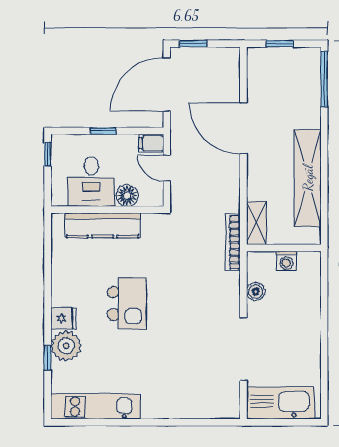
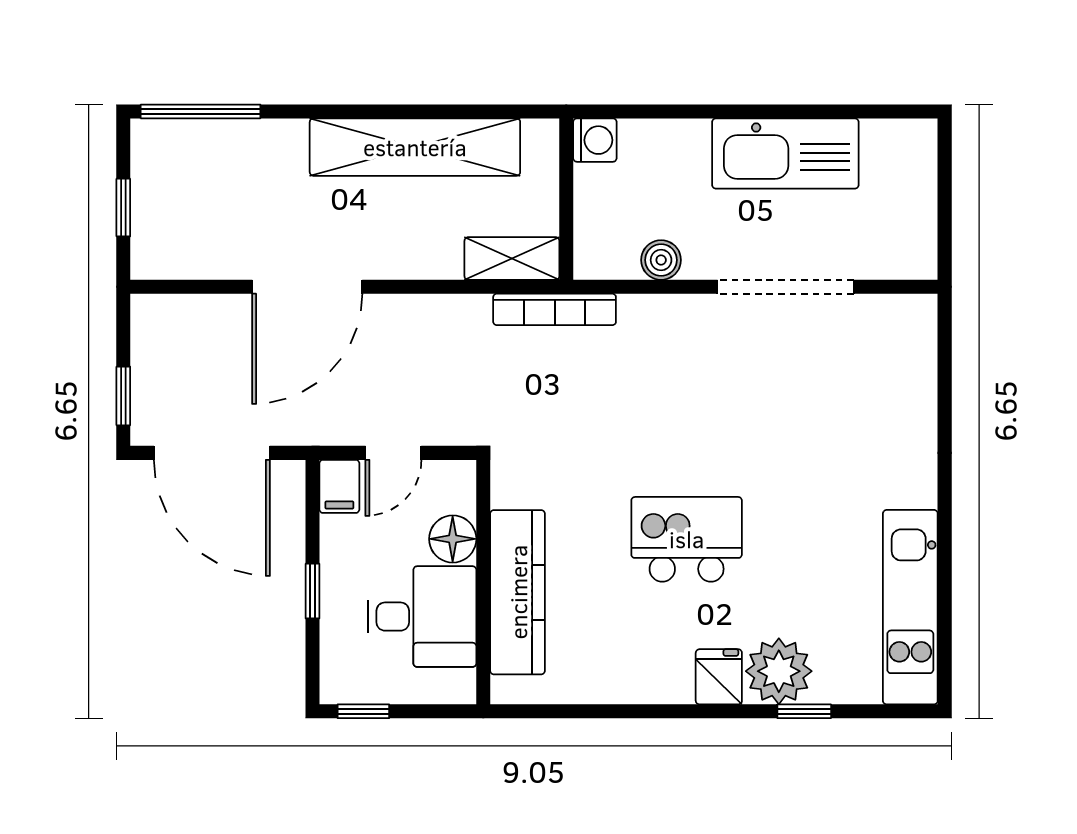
washing machine: (286, 261) -> (595, 140), moved
kitchen sink: (280, 403) -> (785, 153), moved, turned -90

